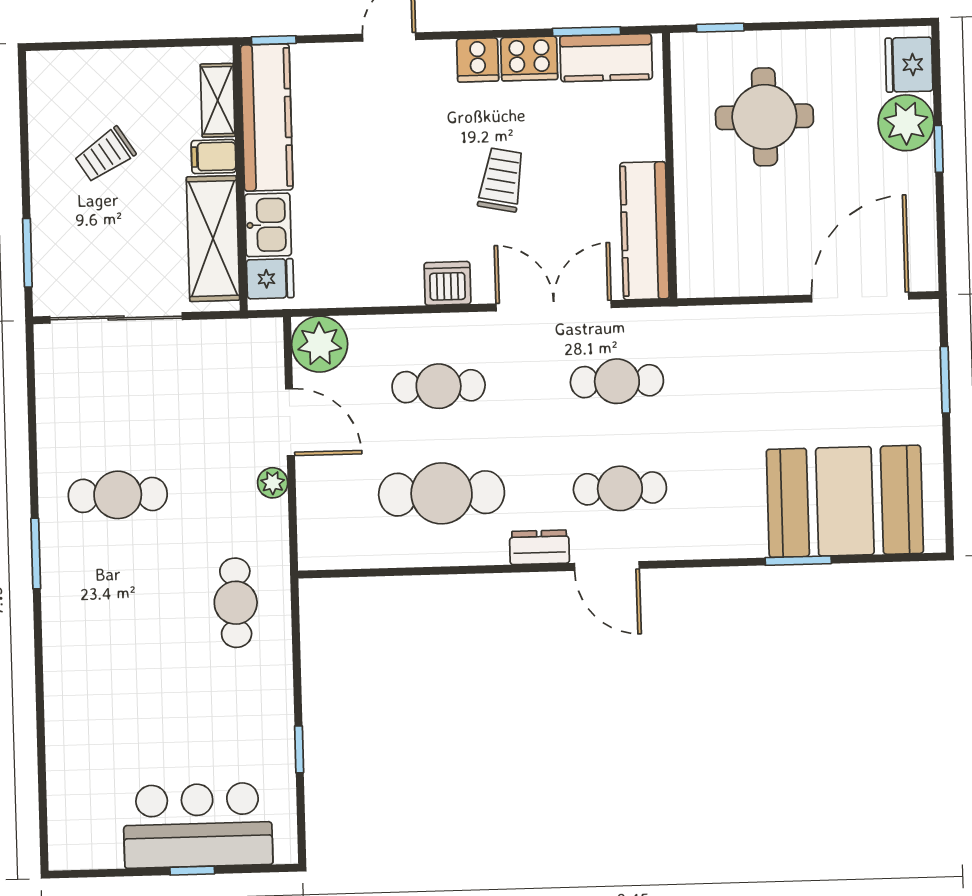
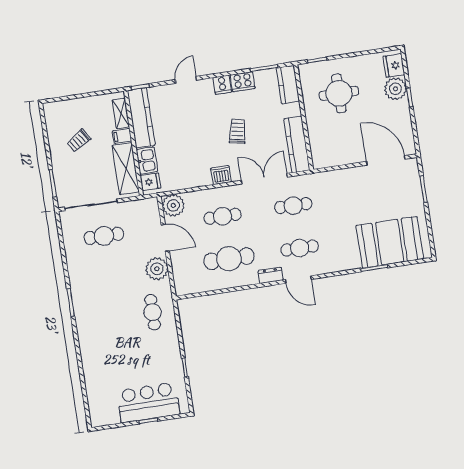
kitchen counter: (606, 58) -> (288, 85), moved, turned 90
door: (860, 297) -> (386, 160), hinge flipped
plant: (273, 483) -> (157, 269), width x1.87, depth x1.87
cafe table: (118, 495) -> (104, 236), moved

